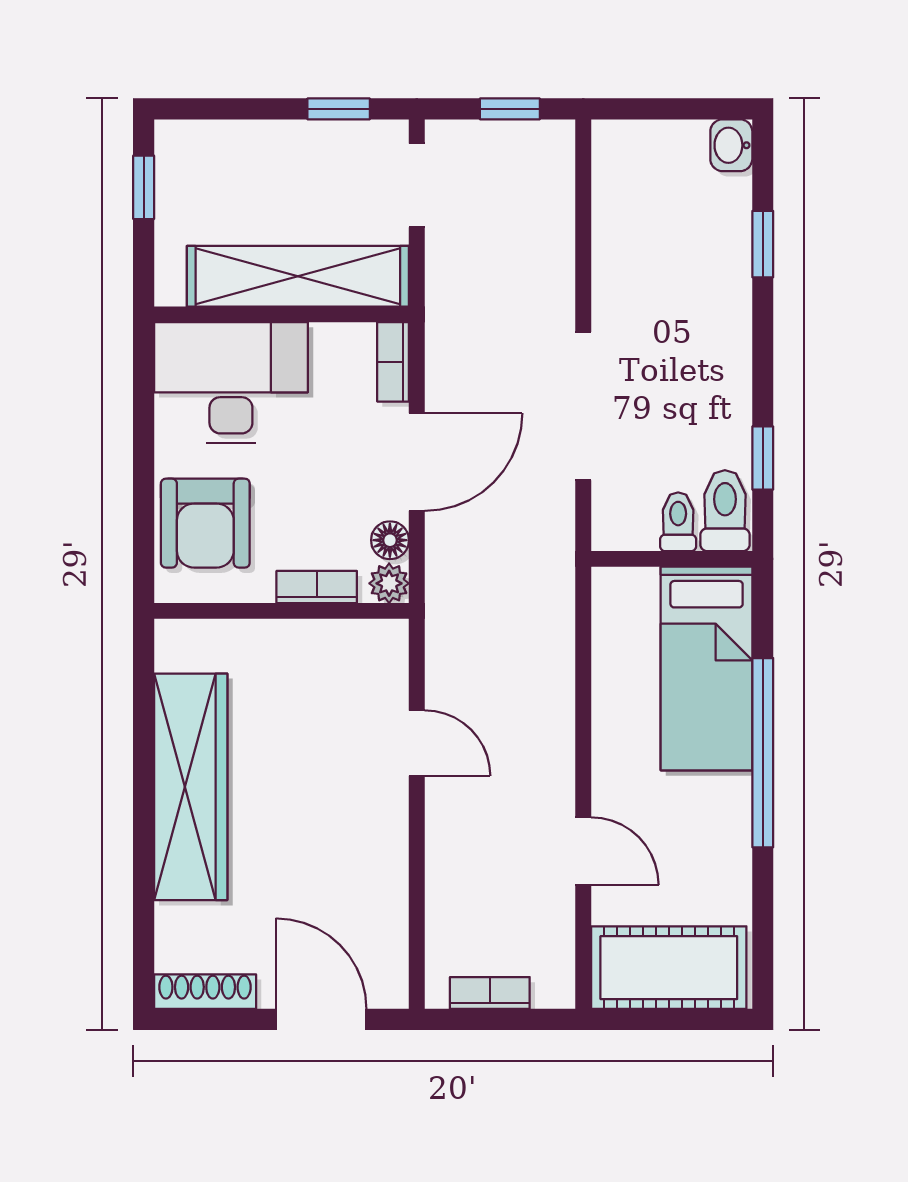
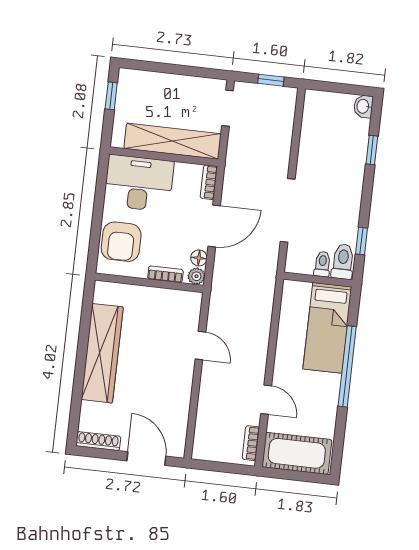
window: (339, 109) -> (198, 72), removed
bookcase: (490, 993) -> (251, 443), moved, turned -90

